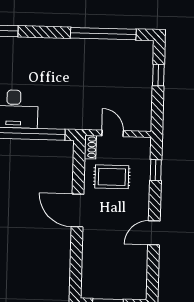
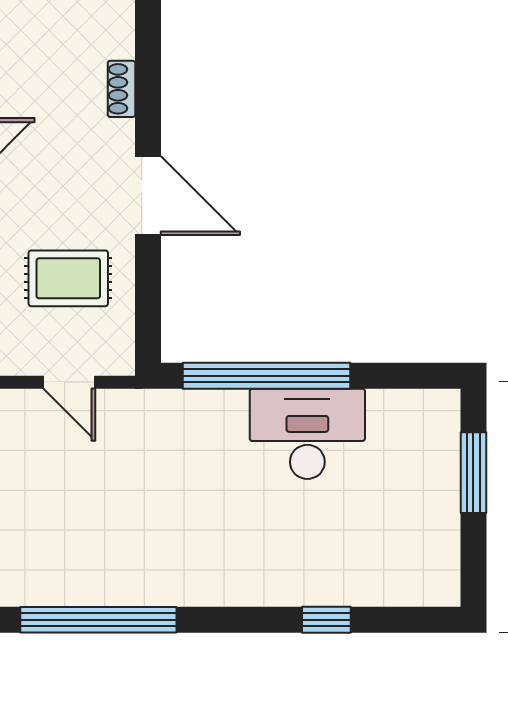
shoe rack: (90, 147) -> (122, 89), moved

